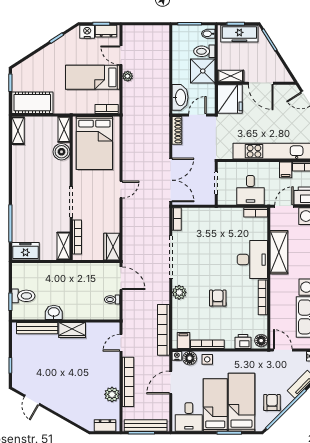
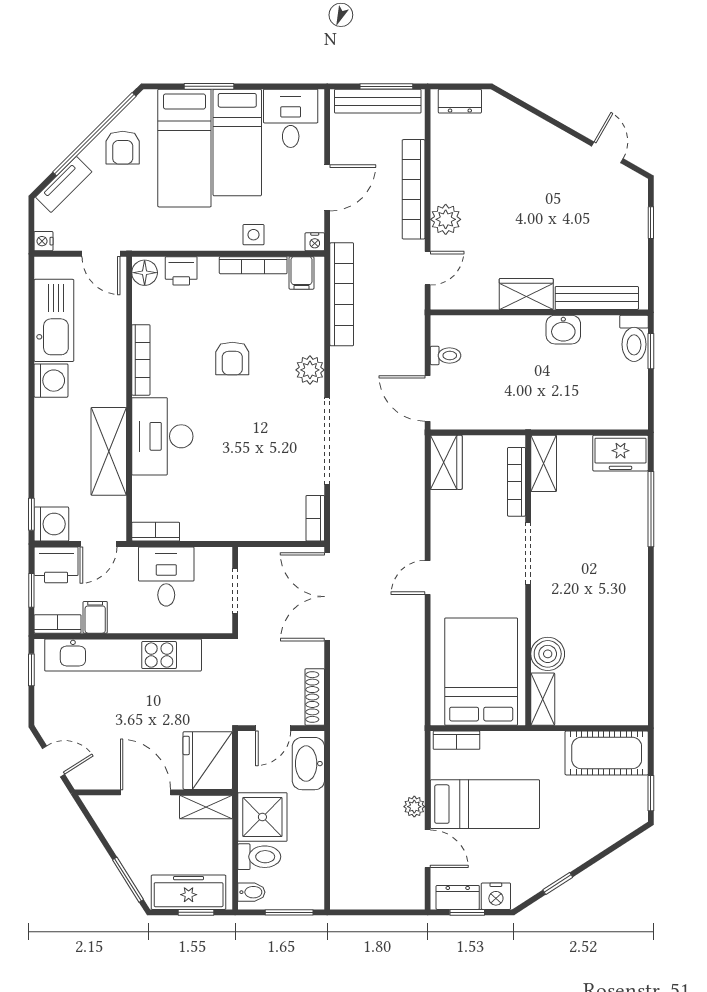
shelving: (18, 131) -> (636, 696), removed
toilet: (23, 296) -> (634, 338), moved, turned -90
floor lamp: (190, 358) -> (289, 237), removed
plant: (112, 394) -> (446, 219), moved

